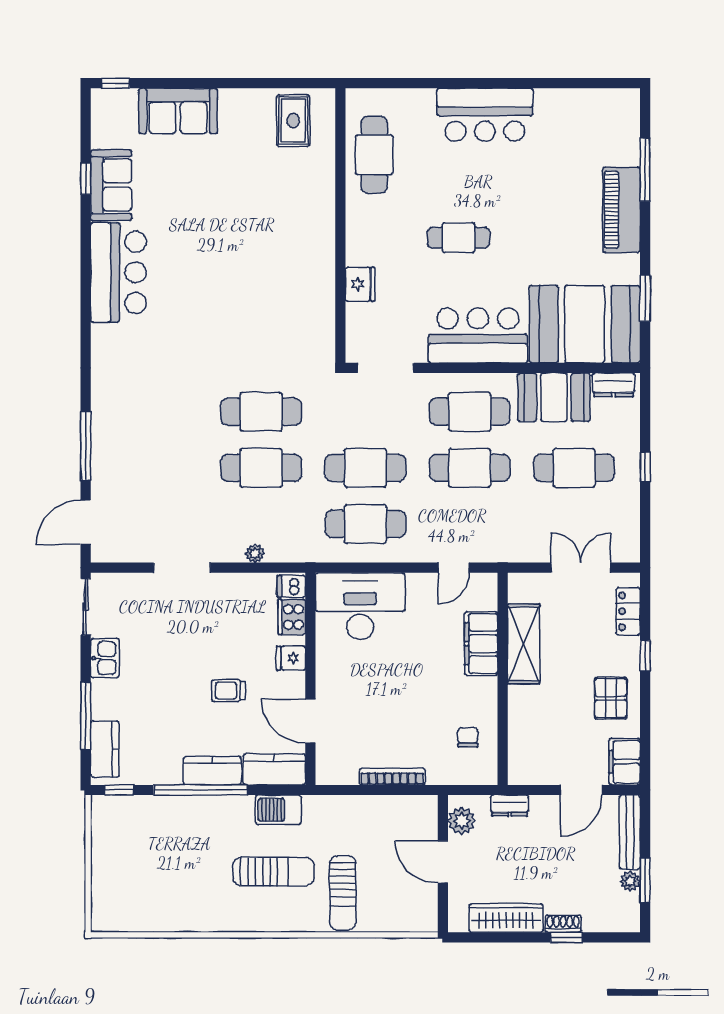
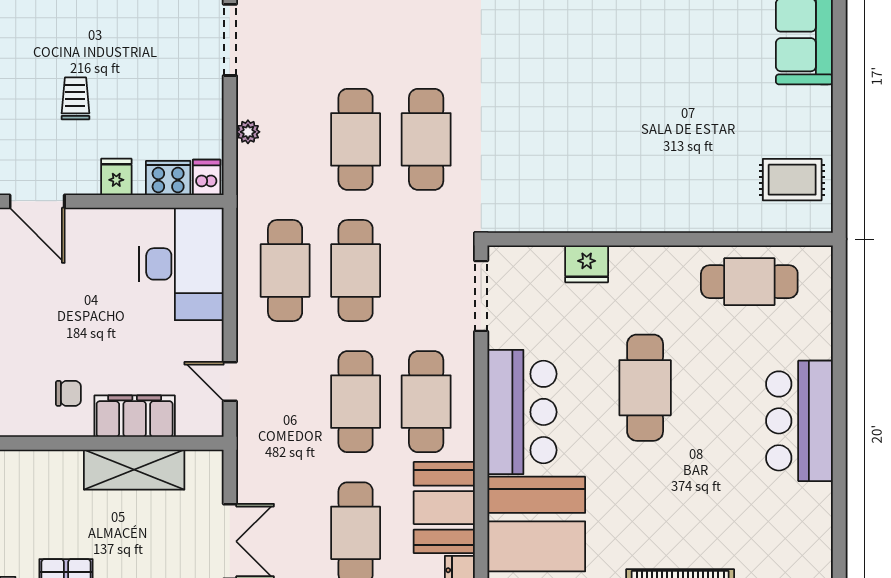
cafe table: (459, 238) -> (645, 388), width x1.37, depth x1.35
door: (310, 721) -> (37, 201), swing flipped
chair: (468, 737) -> (68, 393), moved

